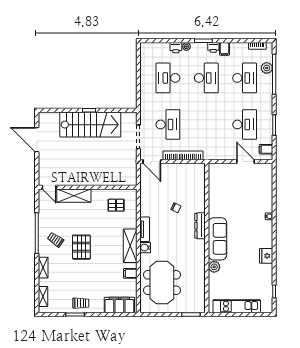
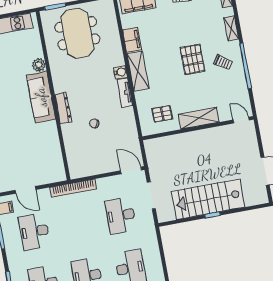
bookcase: (183, 155) -> (73, 188), moved
shelving: (74, 196) -> (199, 118), moved
filing cabinet: (130, 273) -> (132, 40), width x2.00
meeting table: (162, 283) -> (77, 33), moved

